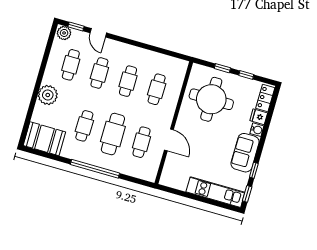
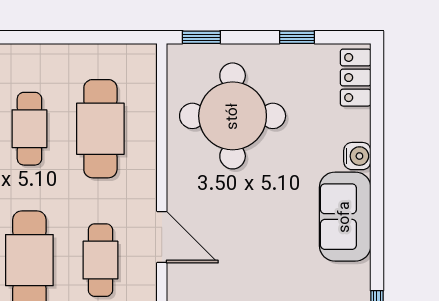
window: (222, 68) -> (201, 37), moved
cafe table: (157, 89) -> (100, 129), width x1.37, depth x1.35
fridge: (259, 117) -> (353, 125), removed
window: (254, 170) -> (377, 251), removed

